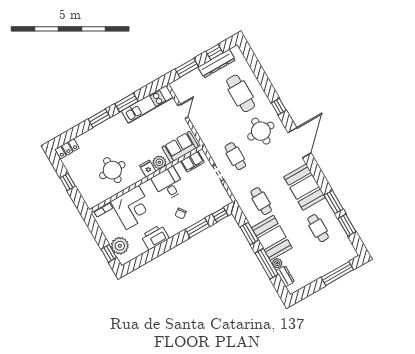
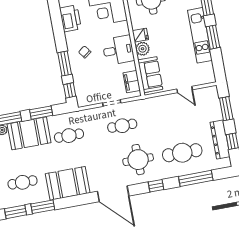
window: (259, 73) -> (196, 178), added
kitchen unit: (147, 104) -> (200, 35), moved

